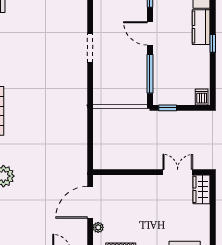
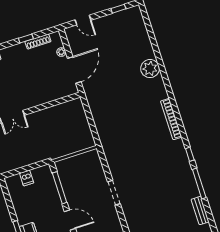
dishwasher: (202, 97) -> (27, 178), moved
window: (168, 108) -> (37, 165), removed

